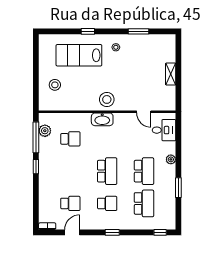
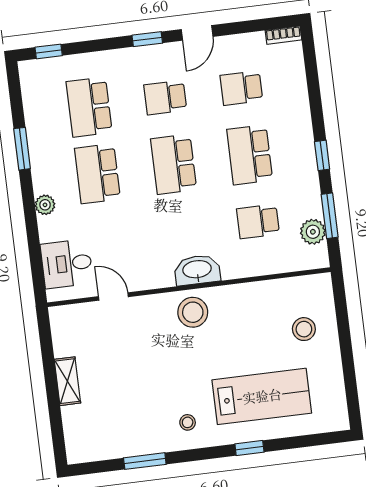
window: (36, 137) -> (330, 216), width x0.69
school desk: (70, 171) -> (250, 155), added
door: (72, 232) -> (197, 33), moved

